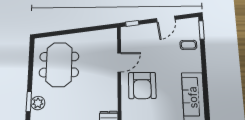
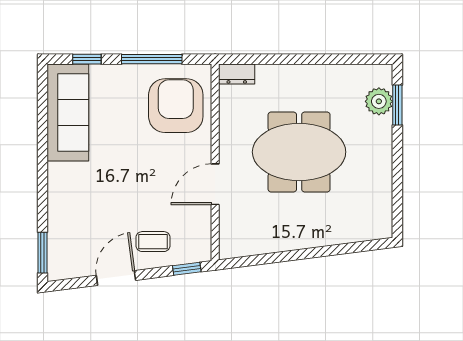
coffee table: (188, 45) -> (153, 242), moved
meeting table: (59, 64) -> (299, 152), moved, turned 90
armchair: (142, 85) -> (176, 106), moved

